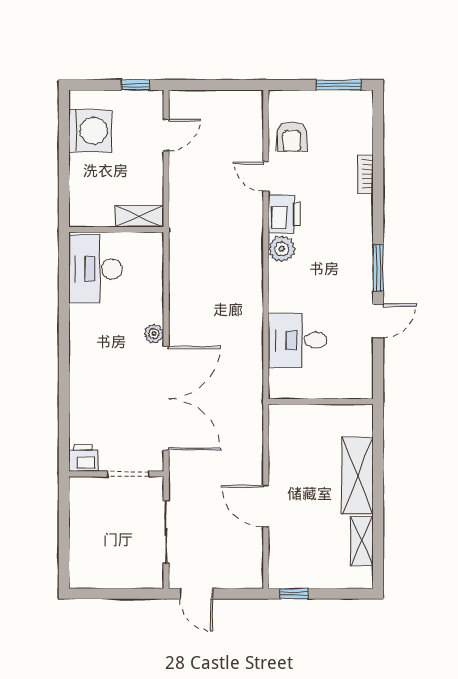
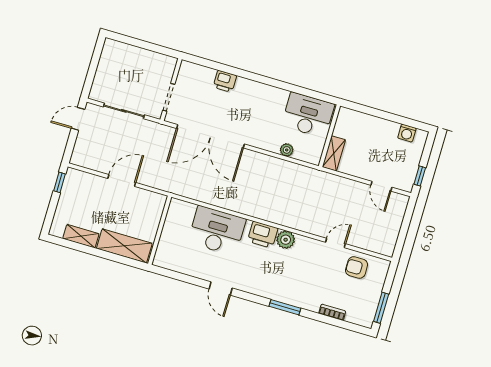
washing machine: (90, 131) -> (407, 133), width x0.53, depth x0.53
bookcase: (365, 174) -> (332, 312), moved
printer: (284, 214) -> (263, 235), moved
window: (378, 268) -> (285, 307), moved
plant: (154, 334) -> (287, 150), moved
desk: (298, 340) -> (217, 231), width x1.37
wall: (321, 402) -> (160, 230), moved
printer: (83, 458) -> (225, 81), moved, turned 90

